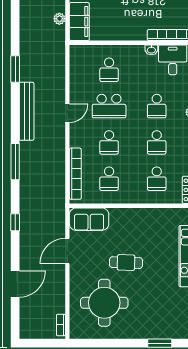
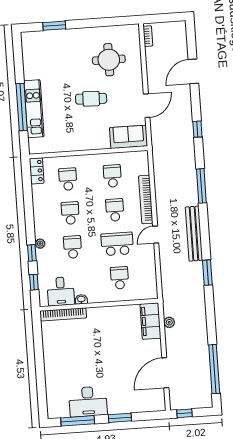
bookcase: (75, 174) -> (146, 200), moved
round table: (104, 303) -> (109, 60), width x0.73, depth x0.73

